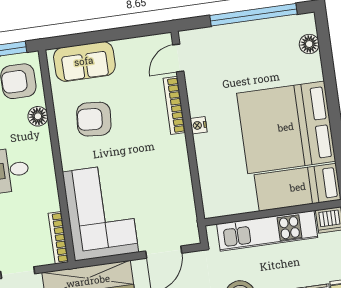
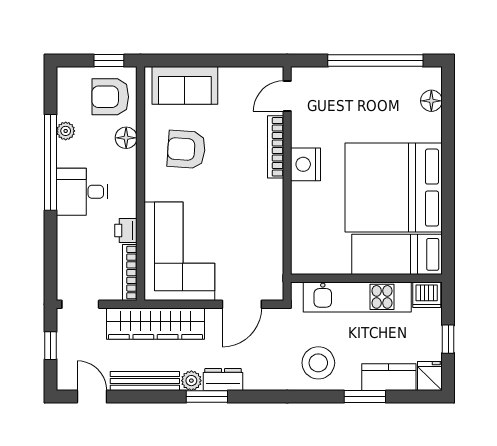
nightstand: (199, 125) -> (306, 164), width x1.89, depth x1.79
printer: (50, 200) -> (126, 230), added

